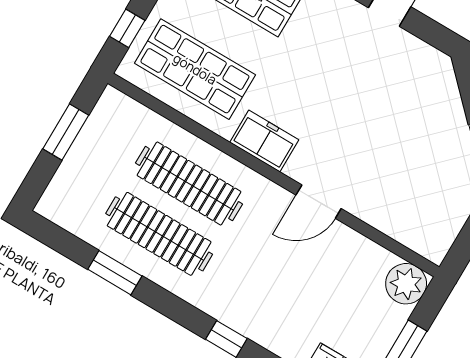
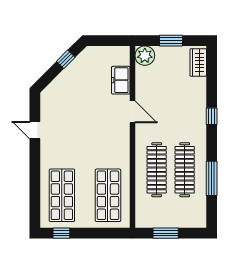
window: (127, 28) -> (108, 233), removed
freezer: (264, 141) -> (121, 80), moved
window: (115, 273) -> (212, 178), width x1.44

